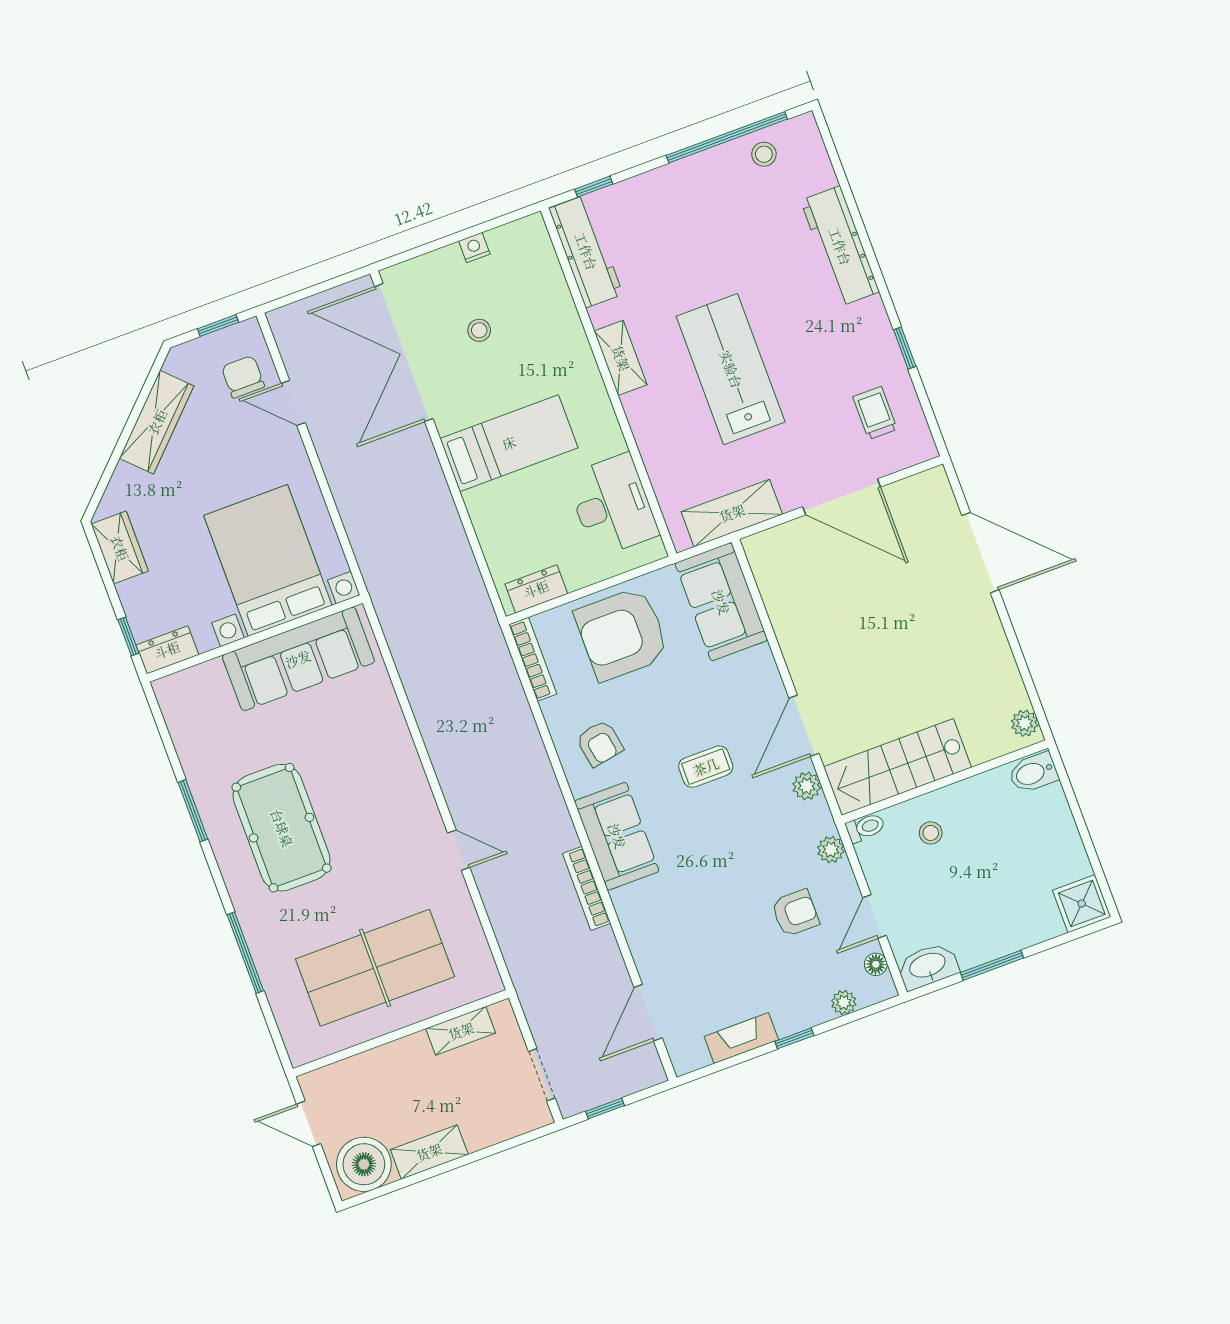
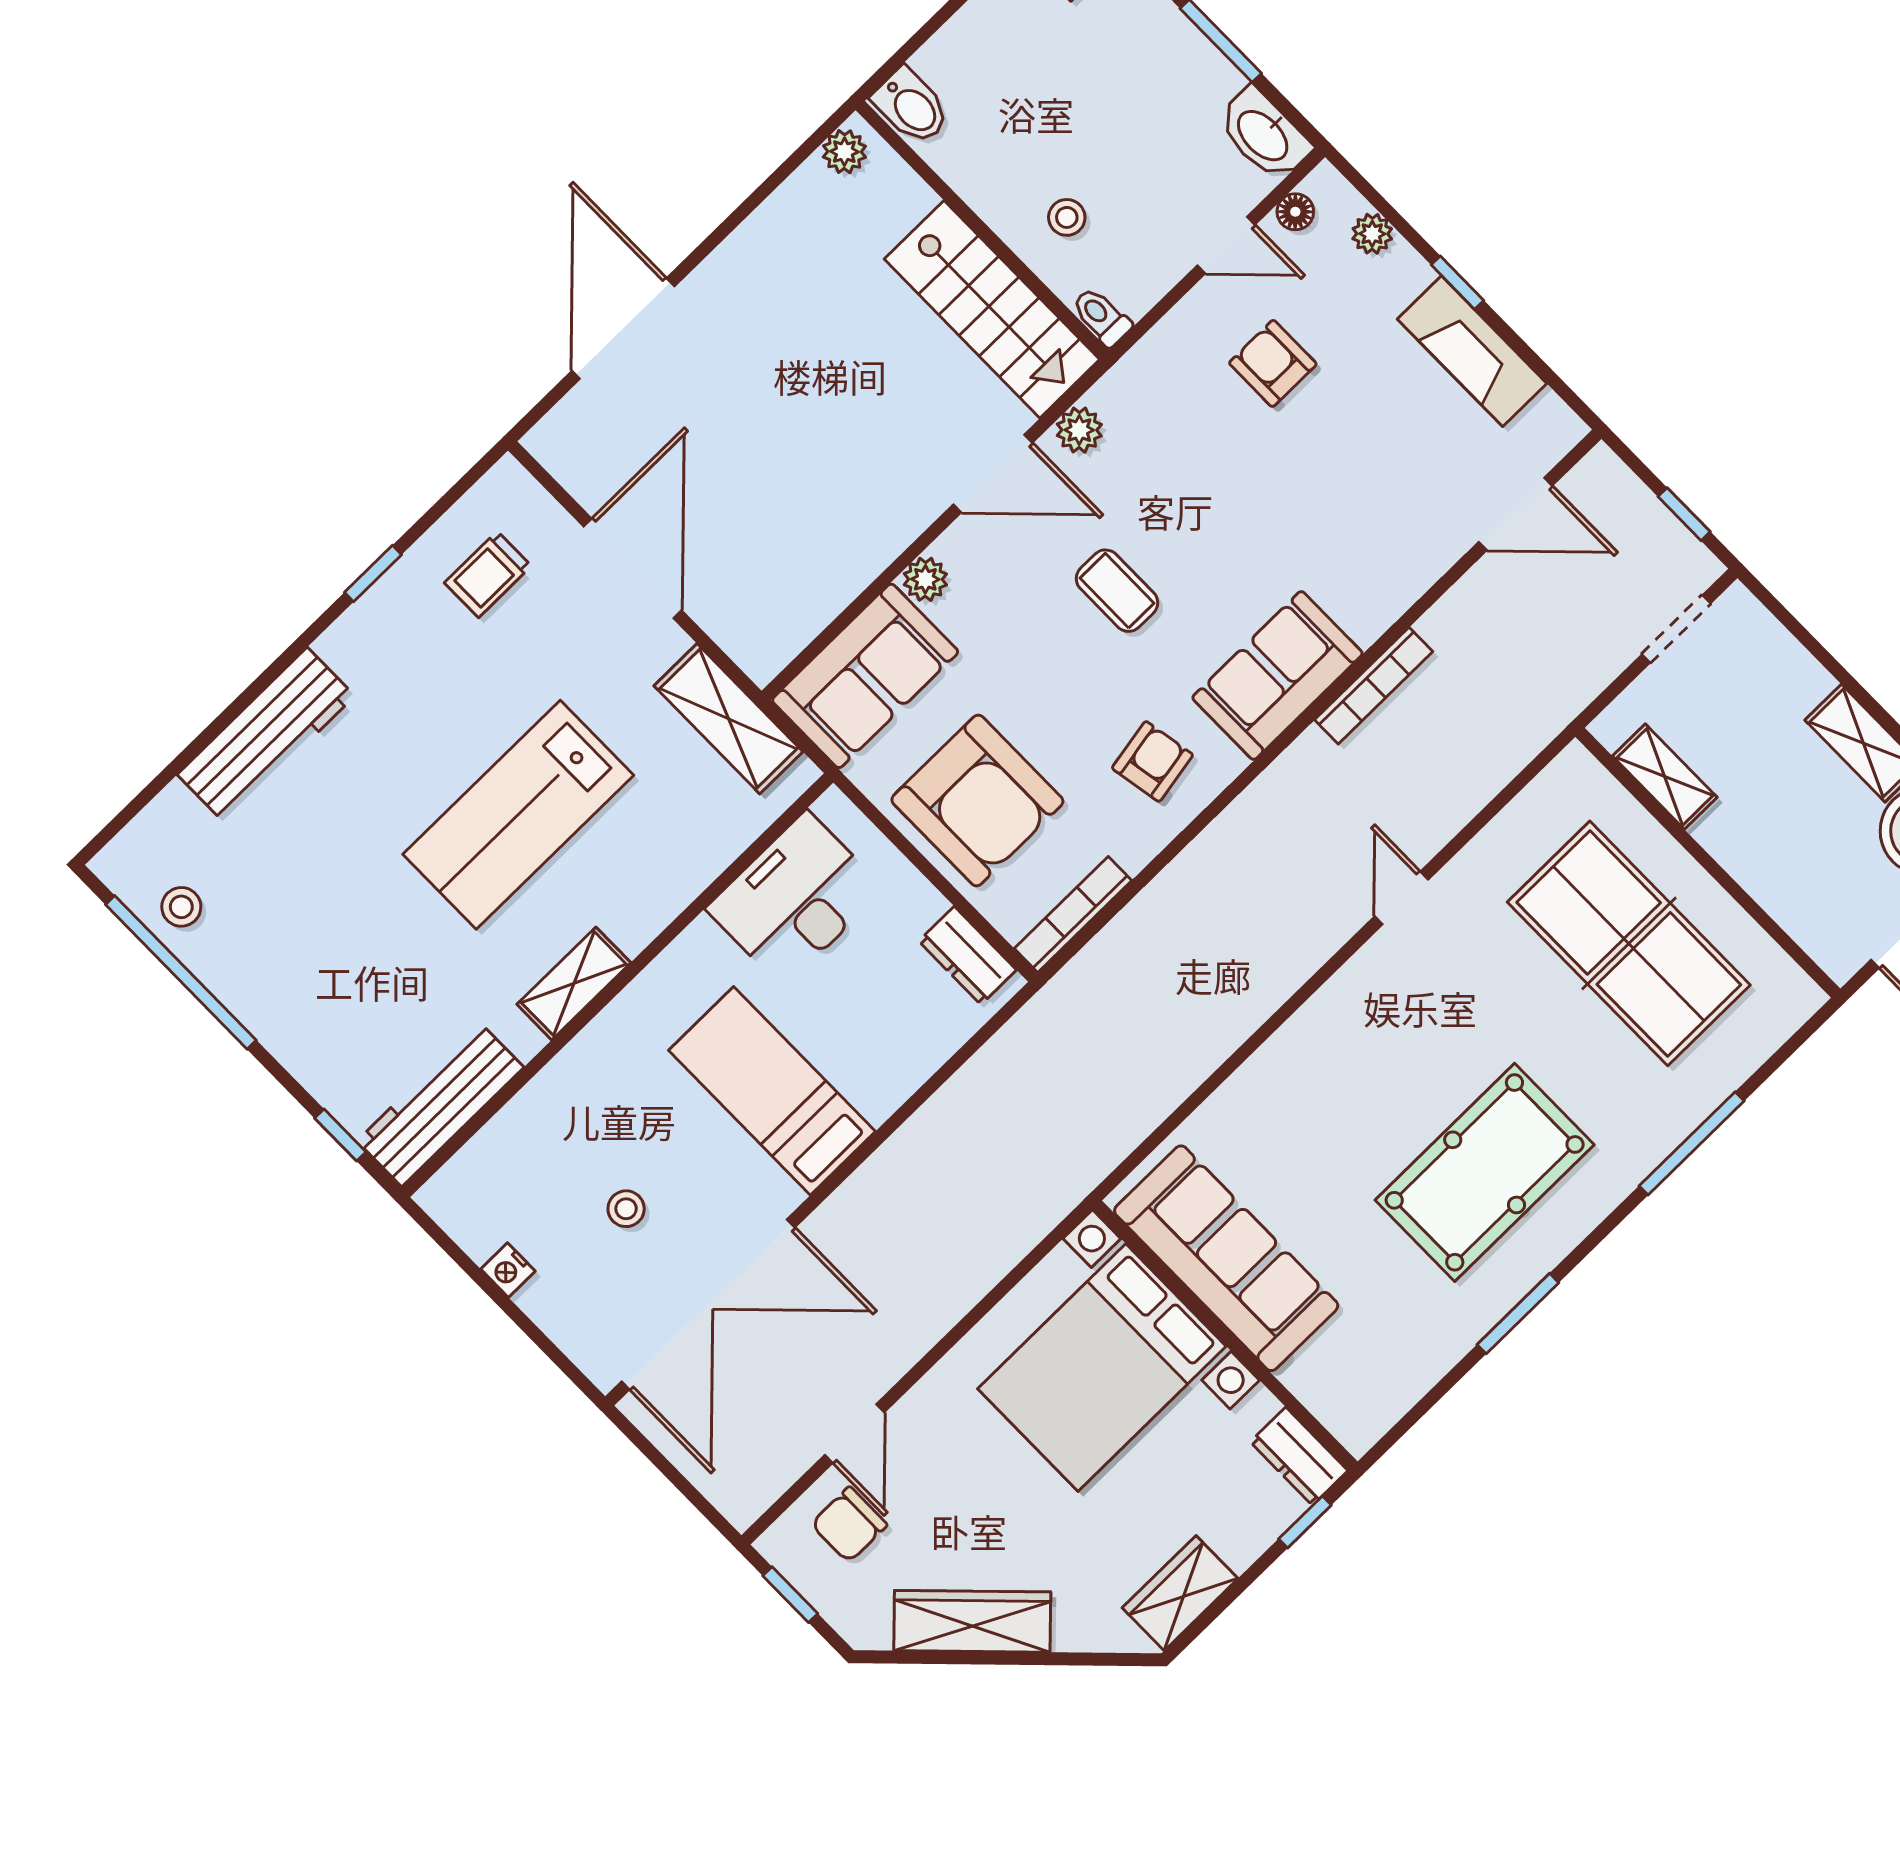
plant: (831, 850) -> (925, 579), moved
fireplace: (741, 1038) -> (1472, 351), width x1.37, depth x1.32

